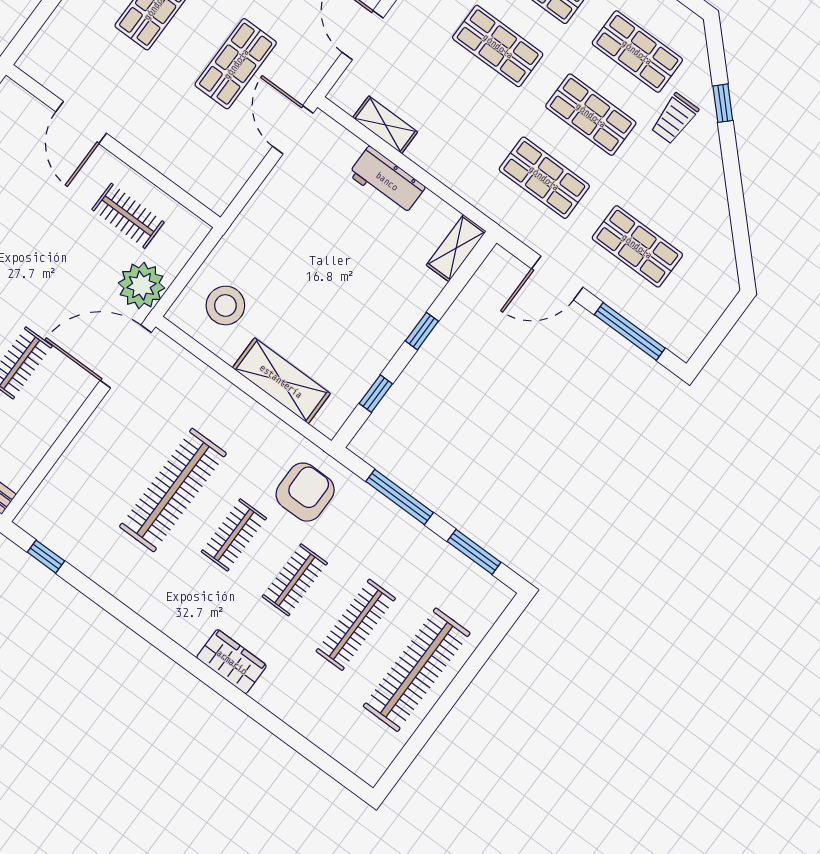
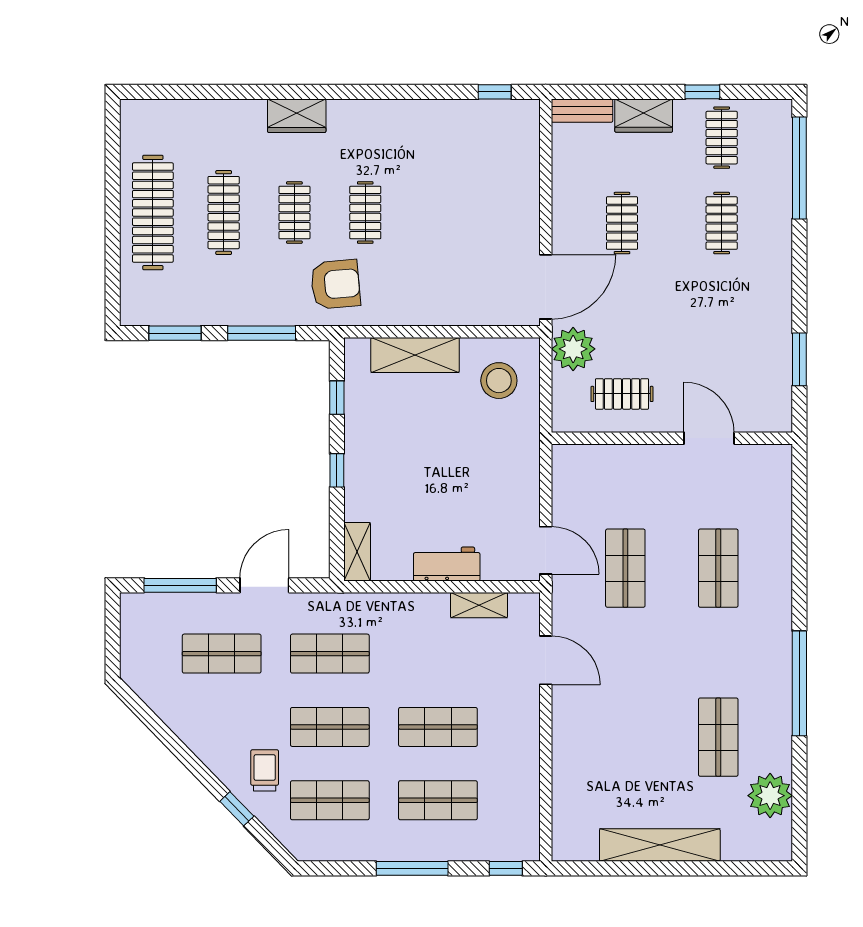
clothes rail: (173, 490) -> (436, 213), removed
armchair: (305, 492) -> (335, 284), turned -95

